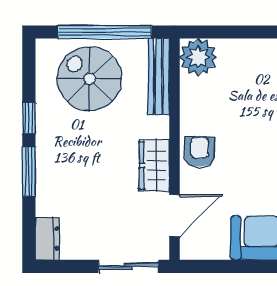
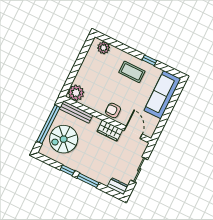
sliding door: (129, 266) -> (139, 170), moved

